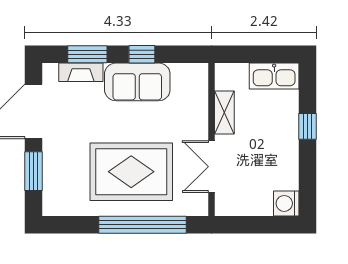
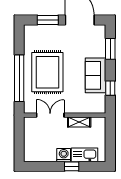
window: (142, 54) -> (110, 88), moved
fireplace: (81, 72) -> (101, 45), removed
kitchen sink: (274, 76) -> (85, 155), moved, turned 90
washing machine: (286, 203) -> (64, 155), moved

